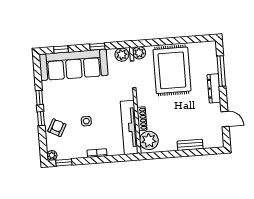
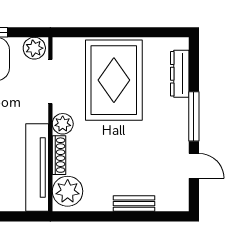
plant: (139, 53) -> (63, 124), moved
window: (221, 71) -> (194, 116), moved
dresser: (214, 88) -> (180, 74), moved

